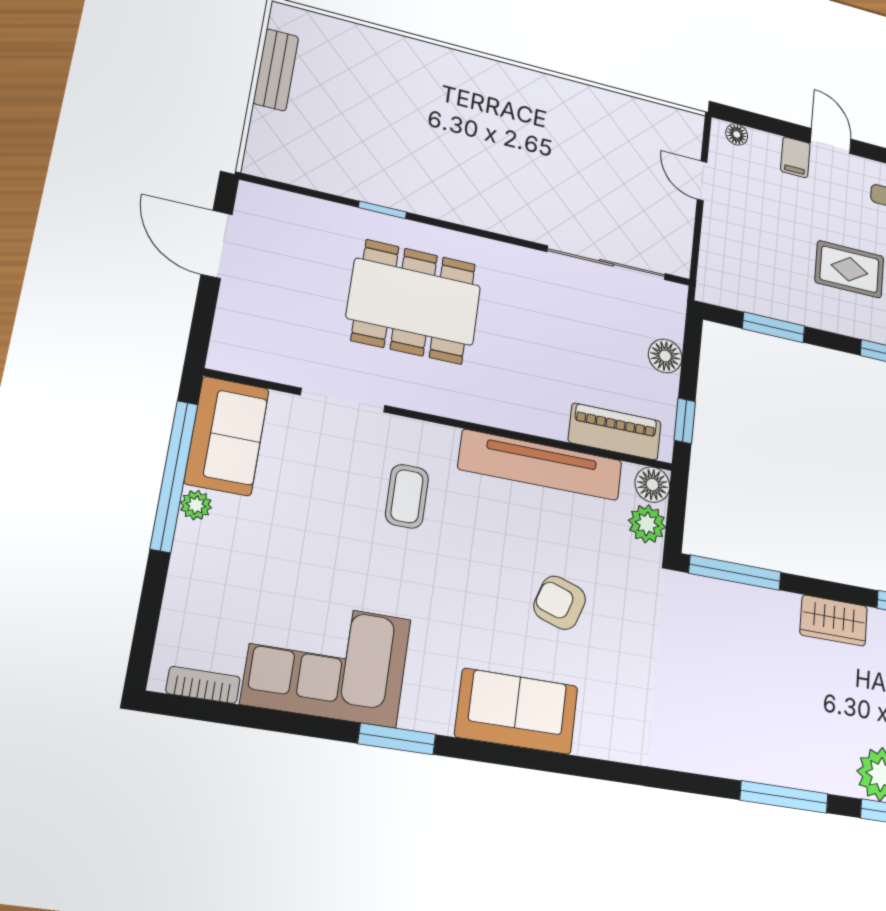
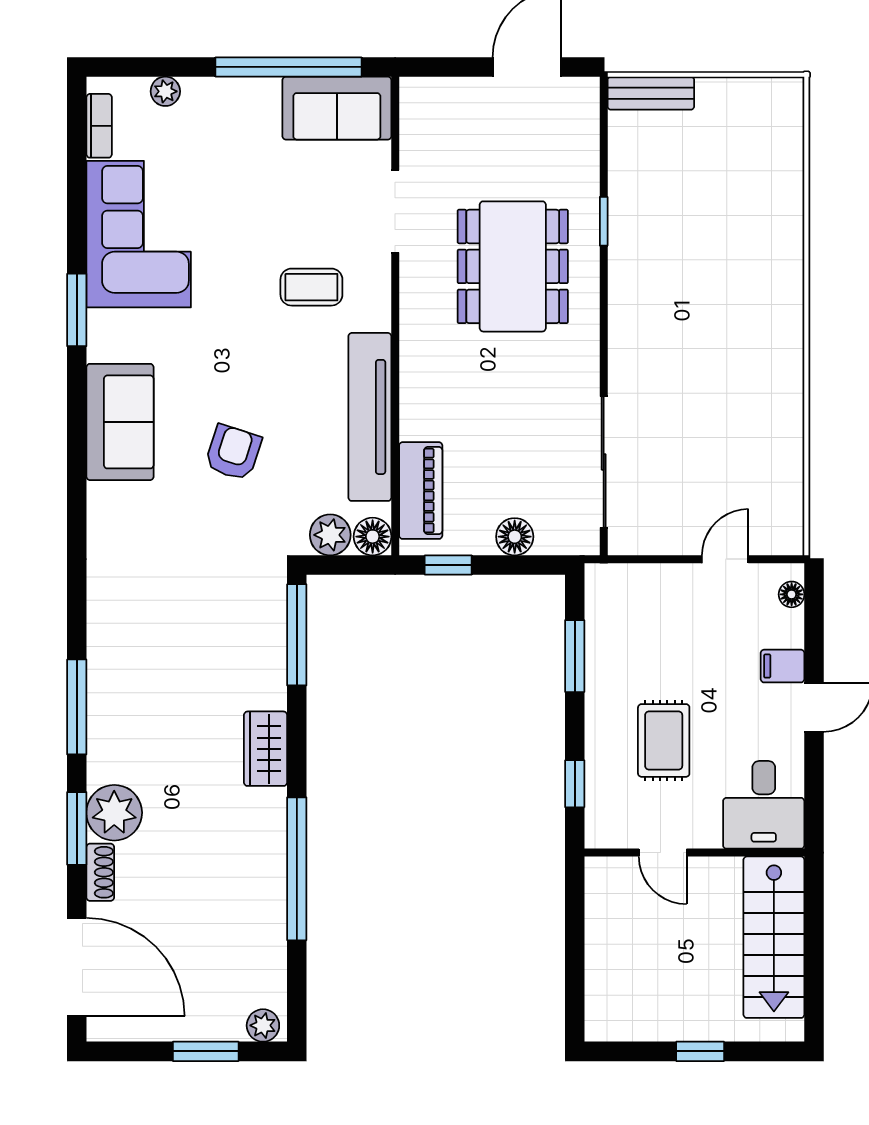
bench: (276, 70) -> (651, 93), moved
plant: (196, 505) -> (165, 91), moved

